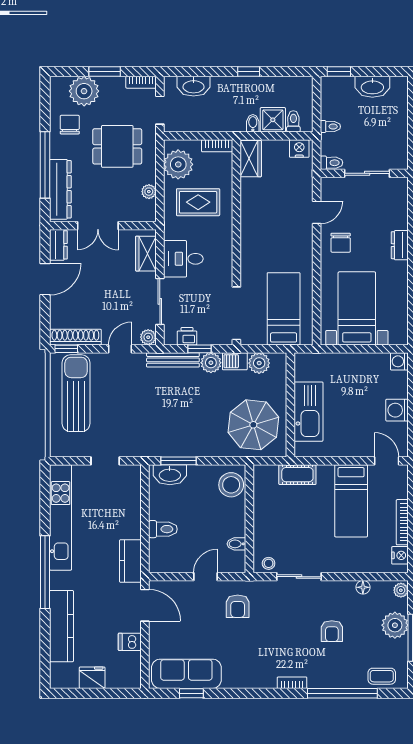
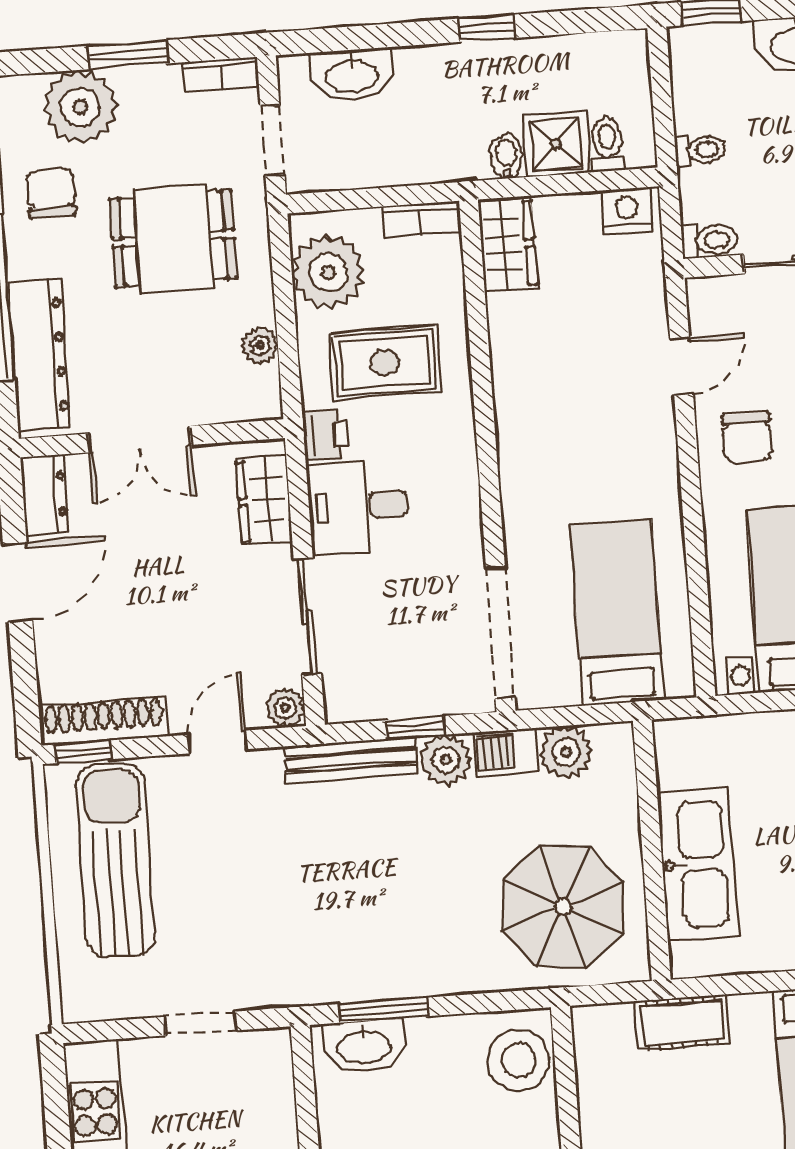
printer: (187, 336) -> (326, 435), moved, turned 90

